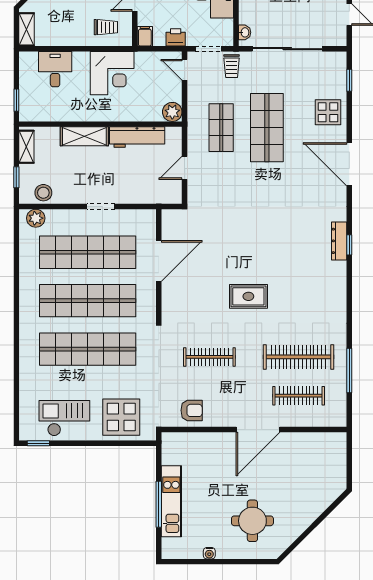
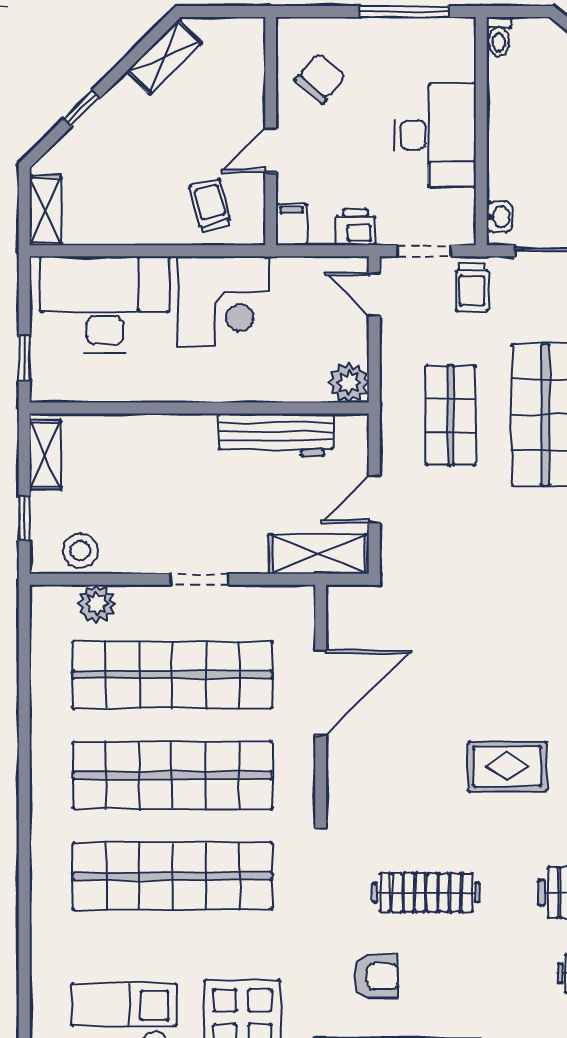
trolley: (106, 27) -> (210, 206), turned -104
desk: (55, 69) -> (105, 304), width x1.87, depth x1.30
shelving: (84, 136) -> (319, 554), moved
plant: (36, 218) -> (96, 604), moved
armchair: (192, 410) -> (376, 976), moved

